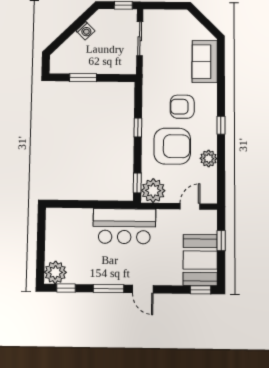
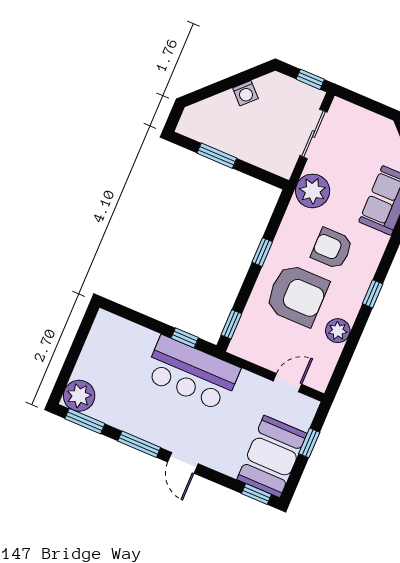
plant: (153, 191) -> (313, 191), moved
window: (110, 205) -> (185, 338), added
window: (66, 288) -> (85, 421), width x1.50

